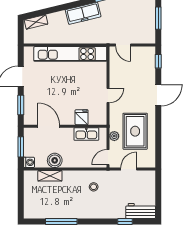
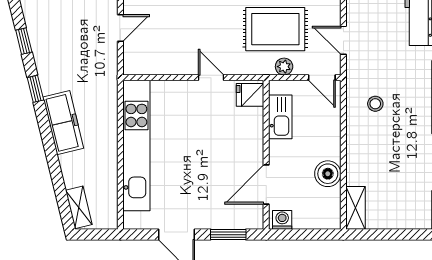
door: (123, 45) -> (120, 28), moved
fridge: (82, 117) -> (250, 95), moved
window: (21, 147) -> (303, 235), removed
washing machine: (29, 162) -> (282, 220), moved
shelving: (50, 176) -> (355, 208), moved

